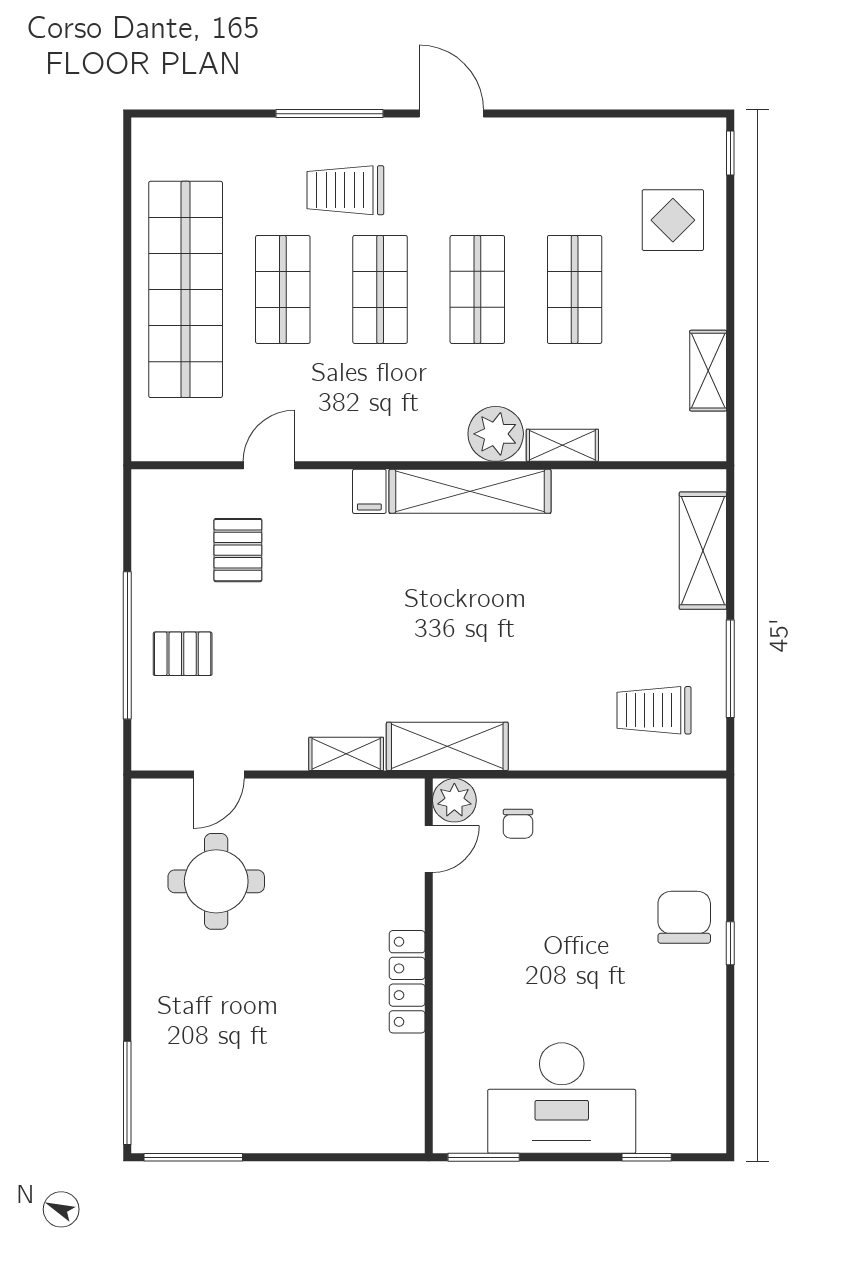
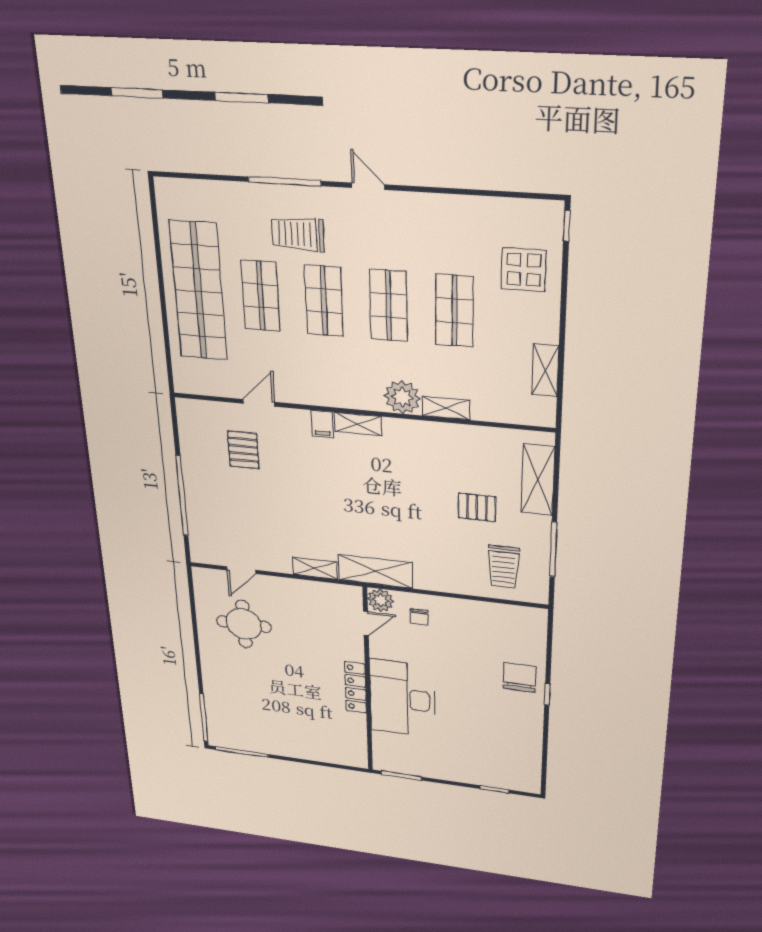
door: (451, 114) -> (368, 186), width x0.73
shelving: (470, 491) -> (358, 424), width x0.45, depth x0.75
pallet: (183, 654) -> (477, 507), moved
trolley: (654, 710) -> (504, 567), turned -90
desk: (562, 1098) -> (402, 698), moved, turned 90

